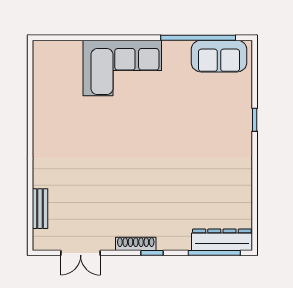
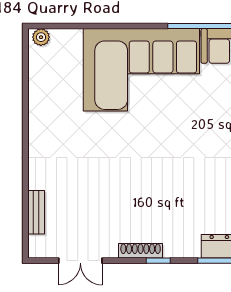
plant: (44, 48) -> (41, 37), added
corner sofa: (122, 68) -> (141, 70), width x1.36, depth x1.36

